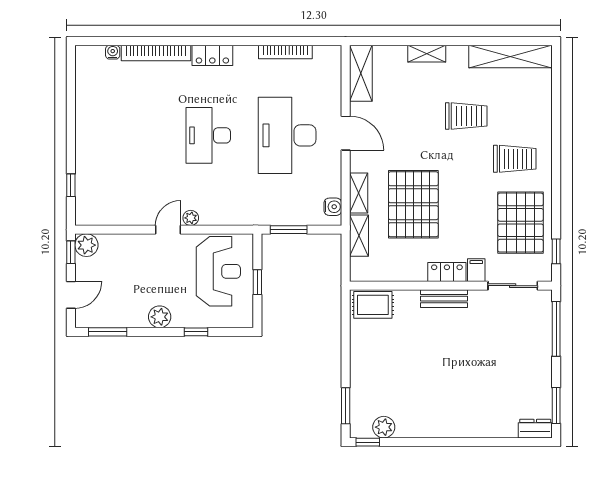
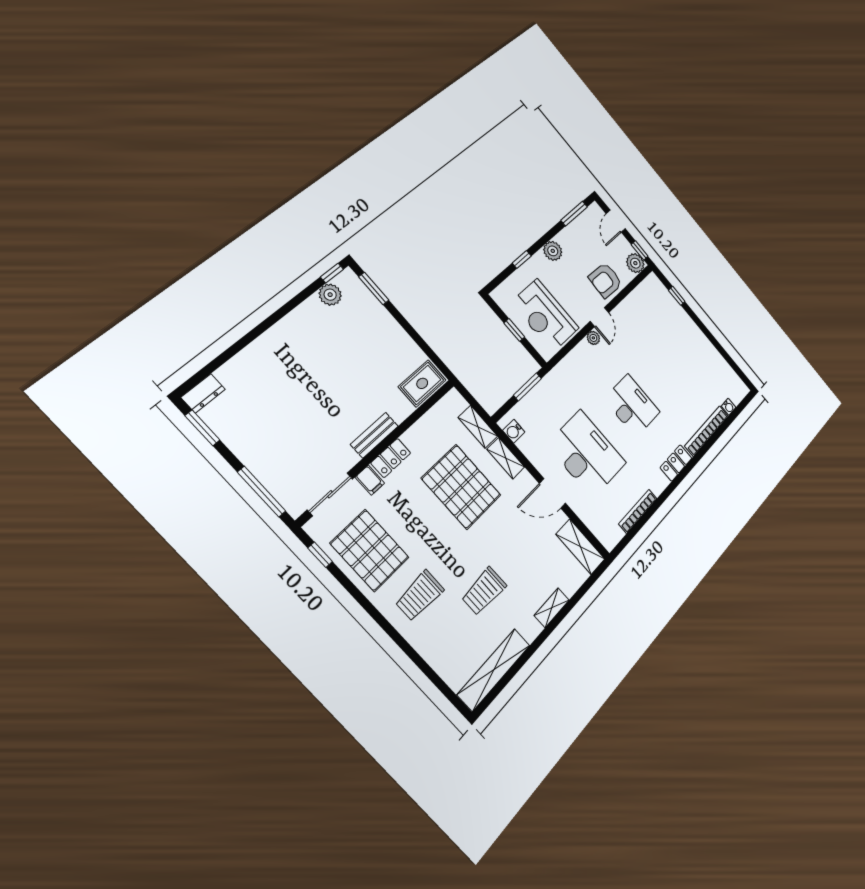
armchair: (132, 254) -> (605, 280), added

